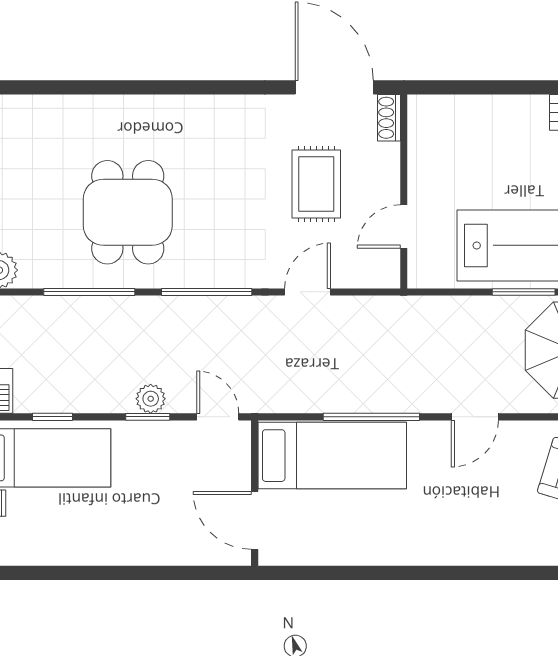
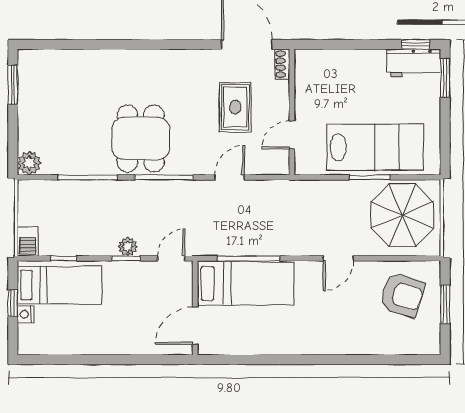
dining table: (128, 212) -> (141, 138), moved
door: (218, 417) -> (171, 258), hinge flipped
window: (371, 417) -> (249, 258), moved
door: (255, 520) -> (195, 326), hinge flipped

